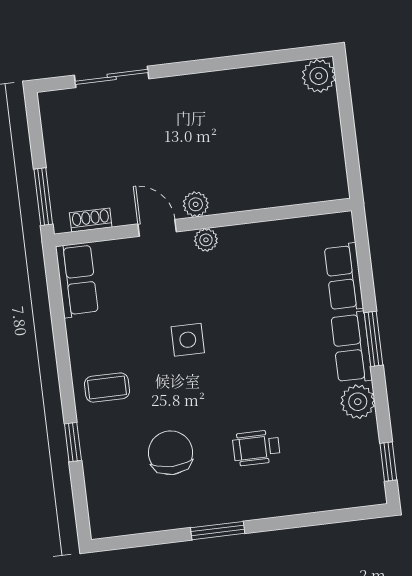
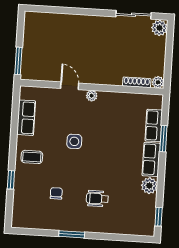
sliding door: (112, 77) -> (134, 15), moved
plant: (196, 204) -> (158, 82), moved
shoe rack: (91, 220) -> (137, 82), moved, width x1.43
row of seats: (77, 280) -> (26, 118), moved
window: (374, 339) -> (163, 139), moved
chair: (171, 453) -> (56, 193), width x0.54, depth x0.54

